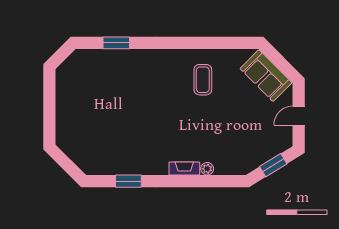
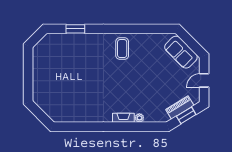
coffee table: (203, 80) -> (122, 49), moved
piano: (264, 154) -> (180, 107), added
window: (128, 181) -> (84, 127), removed

